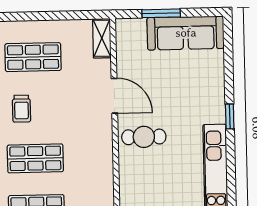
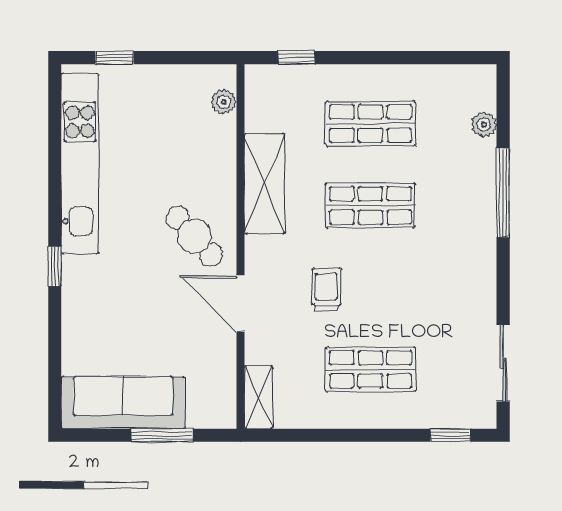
trolley: (21, 109) -> (326, 290), moved
cafe table: (144, 137) -> (194, 236), turned 48
shelving: (101, 170) -> (264, 184), added

